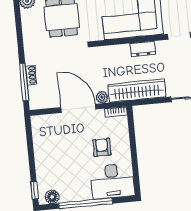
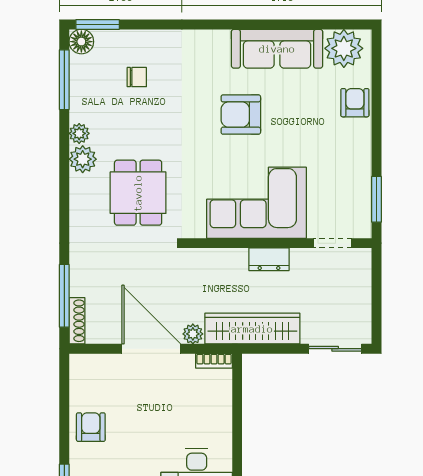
shoe rack: (31, 75) -> (77, 321), moved, width x1.43
armchair: (102, 147) -> (91, 427), moved

